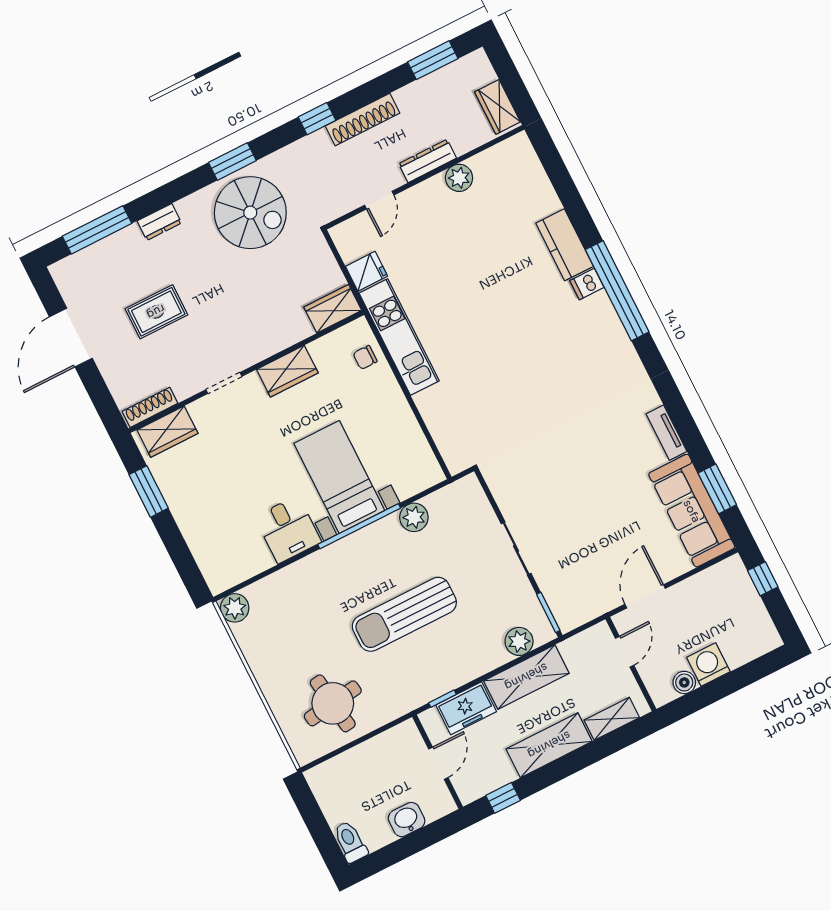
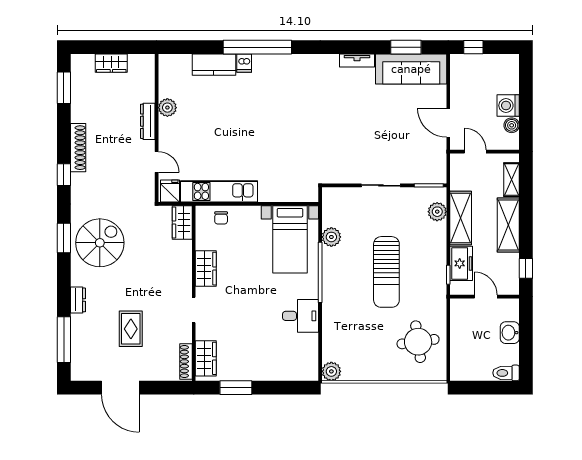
dresser: (428, 161) -> (148, 121), moved
wall: (424, 177) -> (157, 128), moved
plant: (459, 178) -> (167, 108), moved
door: (379, 200) -> (157, 162), moved
bed with nightstands: (339, 477) -> (290, 239), moved, turned -90

